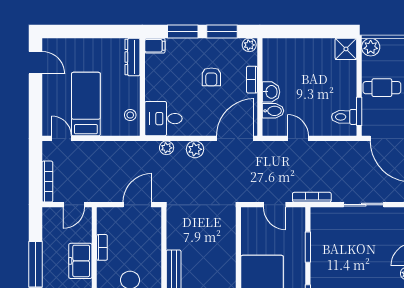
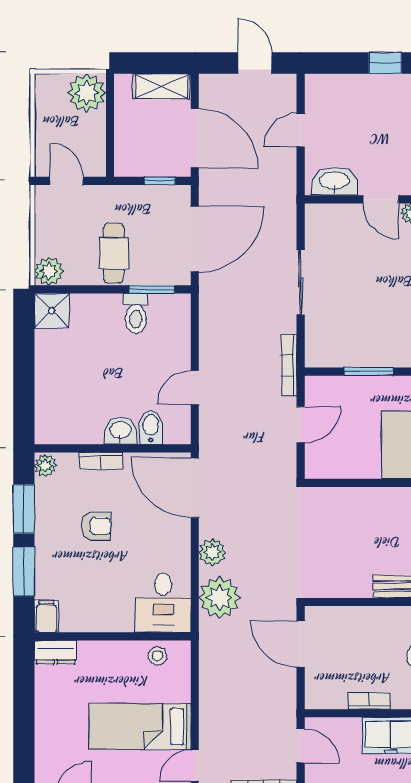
dresser: (132, 57) -> (56, 652), width x0.70
toilet: (344, 117) -> (136, 313), moved
plant: (167, 148) -> (220, 598), width x1.87, depth x1.87

